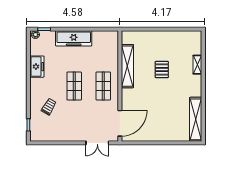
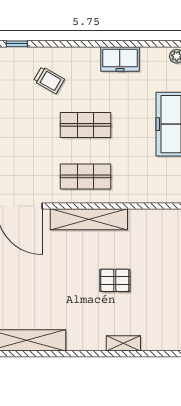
shelving: (127, 66) -> (89, 219), moved

